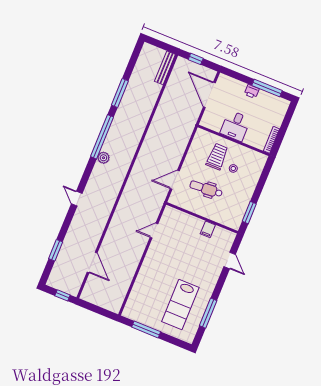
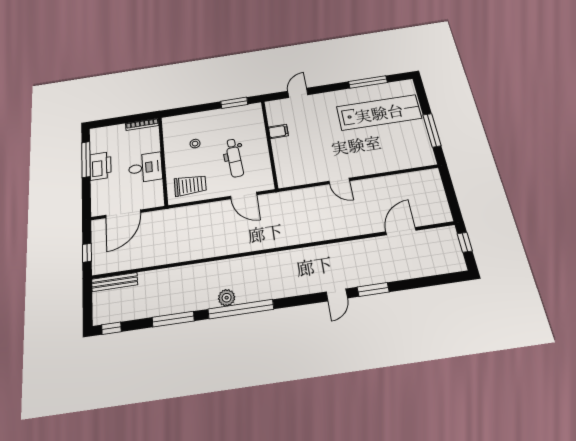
window: (136, 53) -> (111, 328), added
printer: (252, 91) -> (101, 166), width x1.87, depth x1.48
trolley: (217, 157) -> (190, 185), moved, turned 180
plant: (103, 158) -> (227, 298), moved
door: (154, 231) -> (339, 181), moved
window: (56, 250) -> (373, 290), moved
lab bench: (180, 304) -> (379, 113), width x1.36

